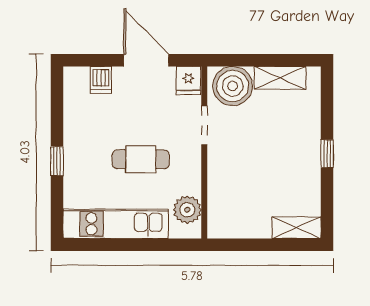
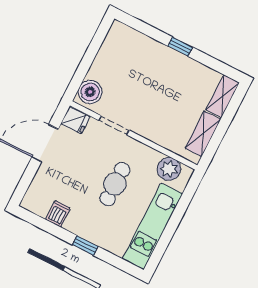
shelving: (280, 78) -> (203, 134), moved
dishwasher: (101, 80) -> (58, 214), moved, turned -90
boiler: (233, 86) -> (90, 92), width x0.73, depth x0.73

